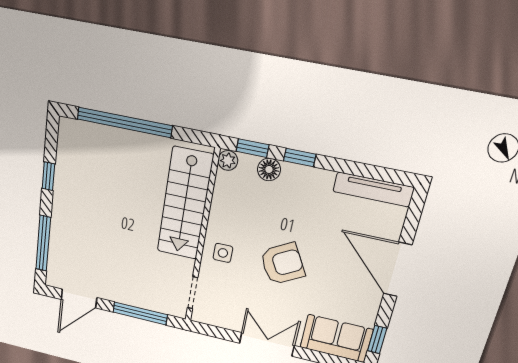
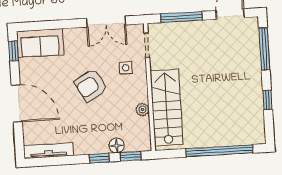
plant: (228, 160) -> (143, 109), moved
side table: (223, 253) -> (126, 68), moved
double door: (267, 344) -> (106, 22), moved

